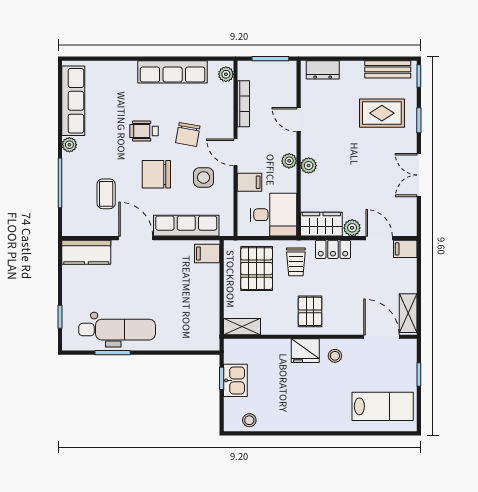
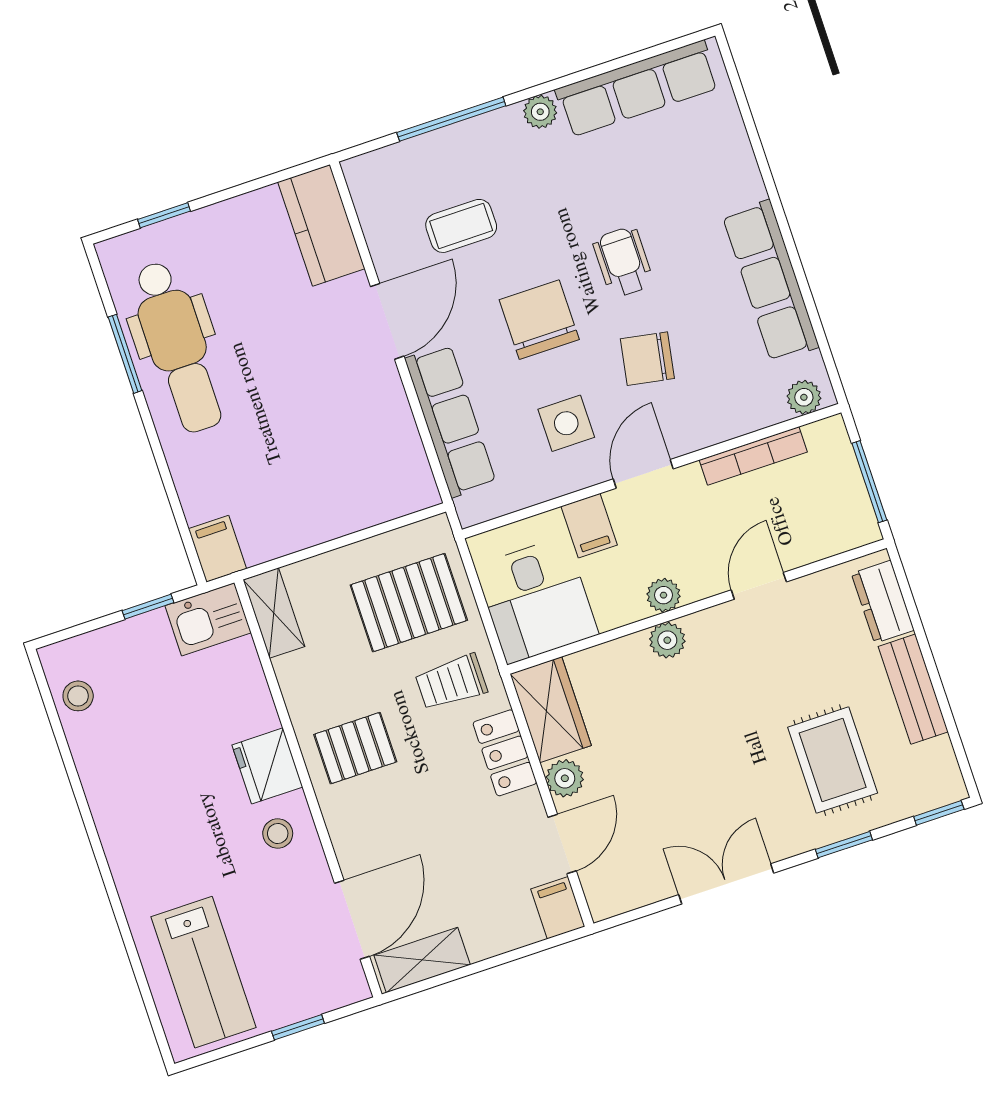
bench: (388, 69) -> (913, 689), moved
filing cabinet: (207, 254) -> (217, 549), moved
kitchen sink: (235, 380) -> (208, 619), moved

